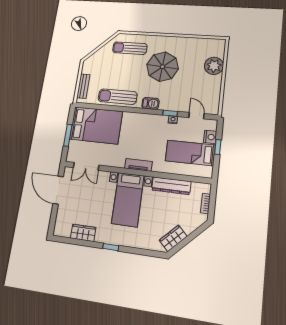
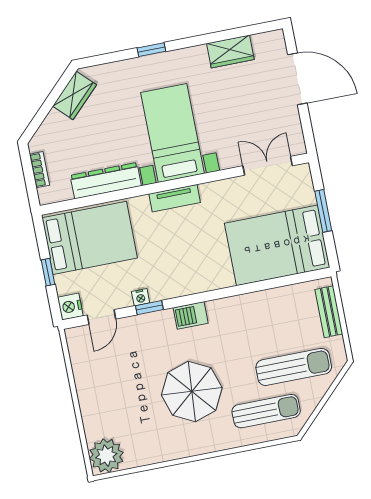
plant: (214, 66) -> (106, 456), moved
sun lounger: (118, 97) -> (294, 367), moved
door: (196, 116) -> (101, 317), hinge flipped
nightstand: (210, 137) -> (70, 307), moved
bed: (190, 153) -> (90, 238), width x1.50
door: (58, 190) -> (297, 79), moved
window: (111, 247) -> (151, 50), moved

